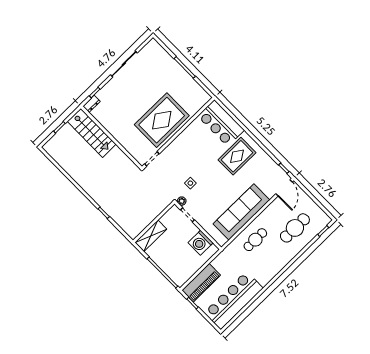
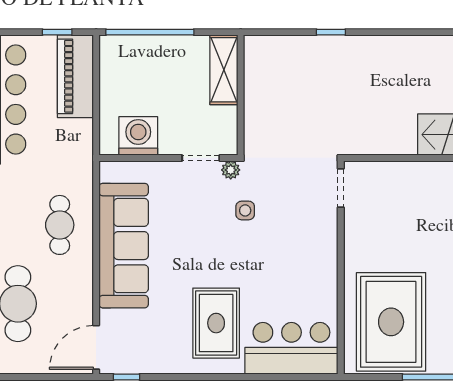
rug: (162, 120) -> (391, 322), moved
door: (284, 188) -> (96, 347), hinge flipped

